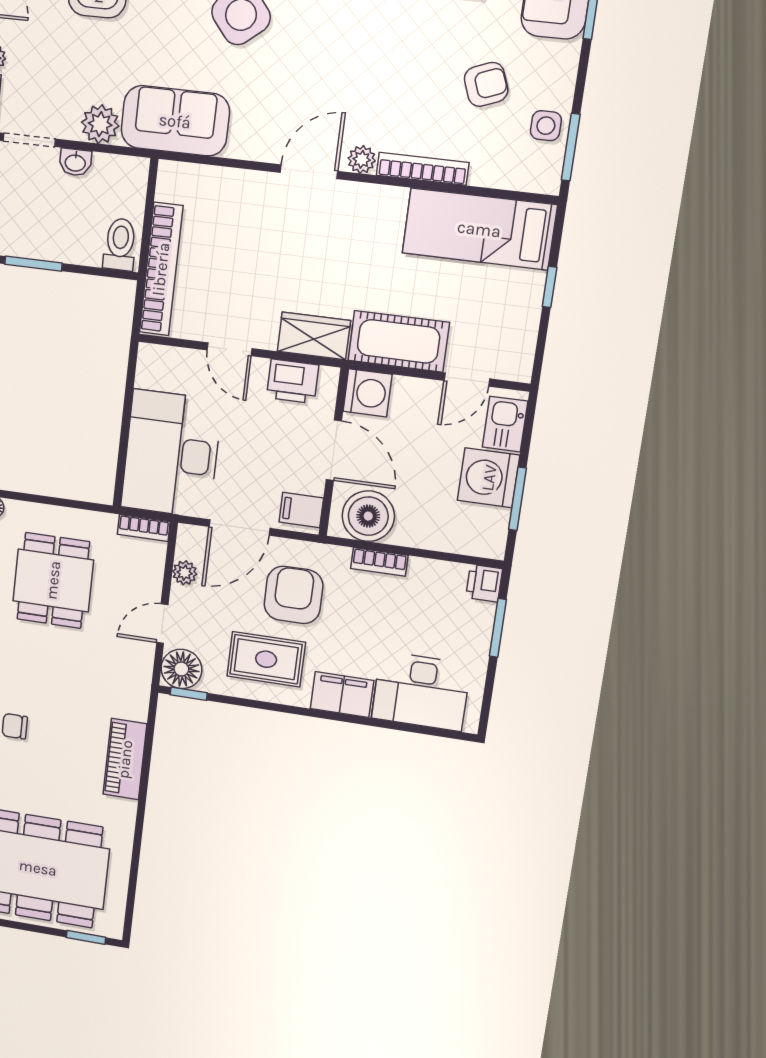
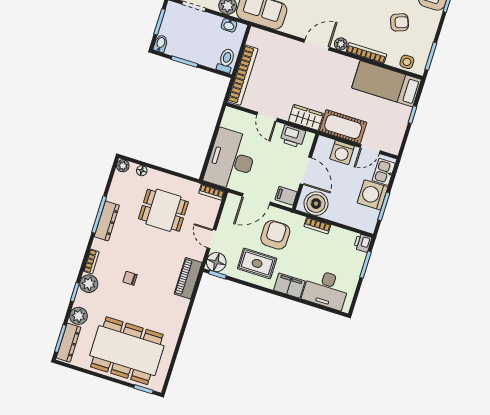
side table: (546, 126) -> (407, 62), moved
washbasin: (75, 162) -> (229, 25), moved
washing machine: (368, 393) -> (342, 152), moved, turned 90
plant: (185, 573) -> (227, 216), removed
dining table: (53, 580) -> (163, 210), turned 90
door: (162, 624) -> (211, 239), hinge flipped
piano: (125, 759) -> (188, 278), moved

